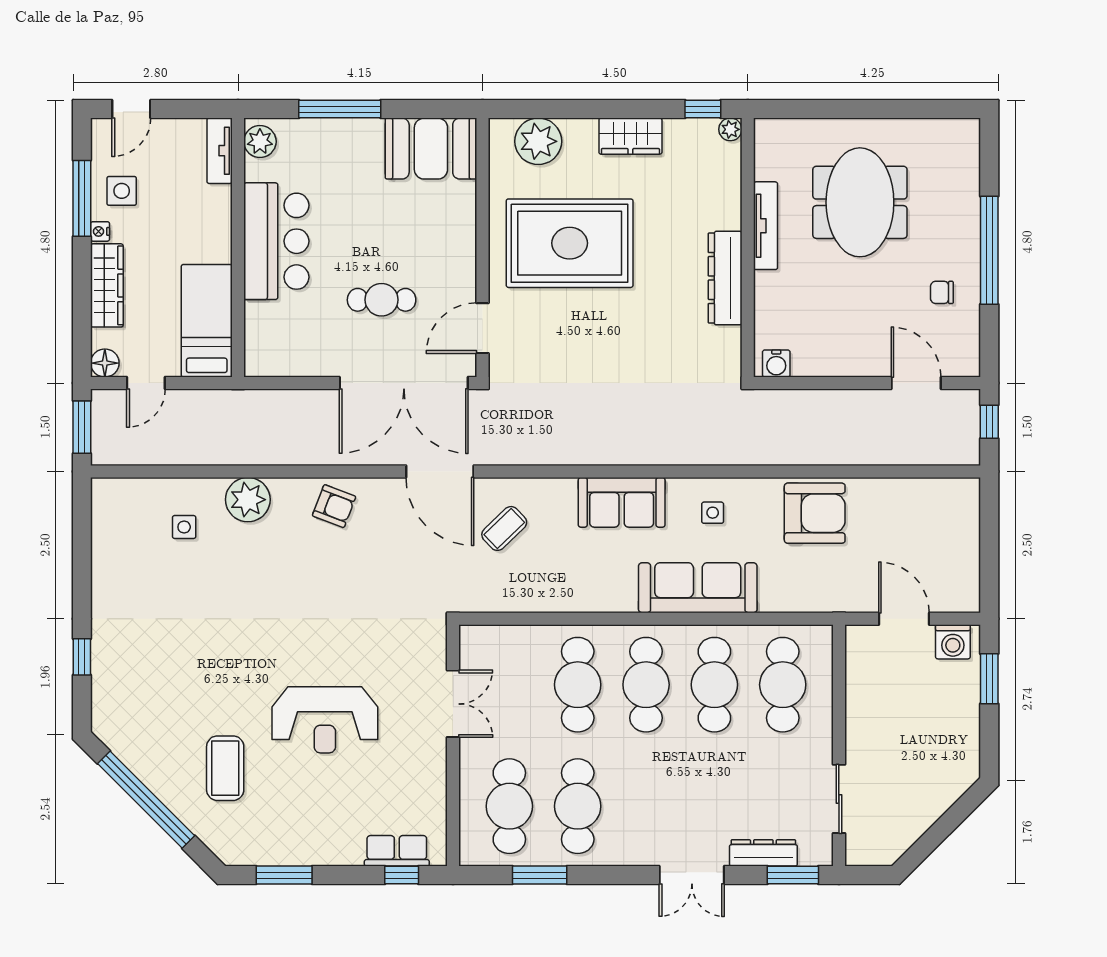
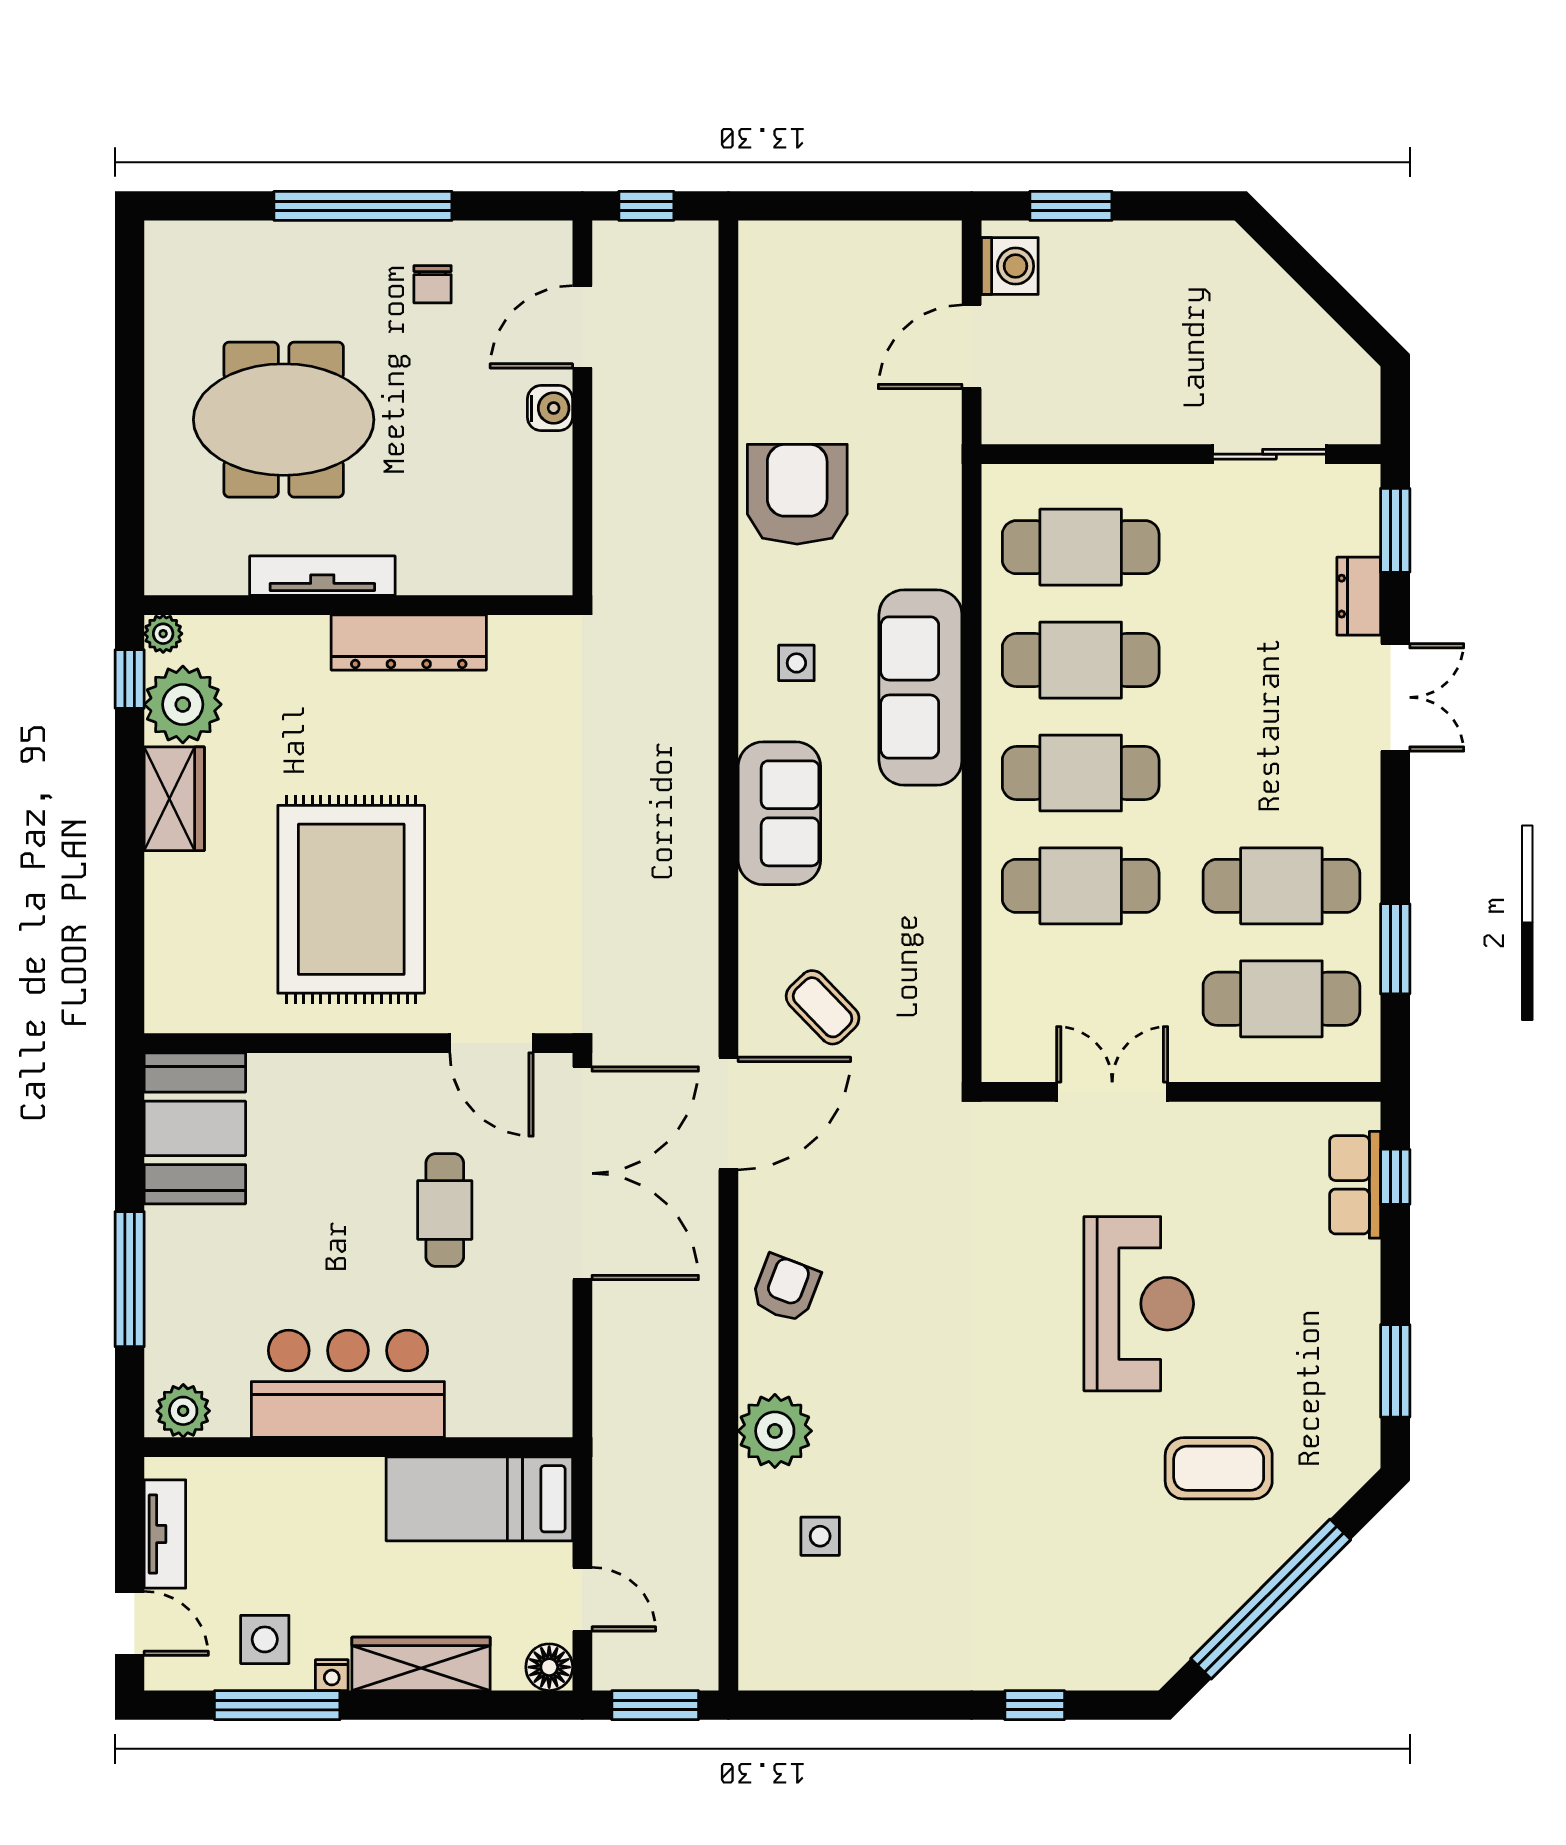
plant: (538, 141) -> (183, 704), moved
tv unit: (220, 151) -> (165, 1534), moved, turned -90
water cooler: (776, 364) -> (550, 408), moved
dresser: (763, 853) -> (1359, 596), width x0.70

